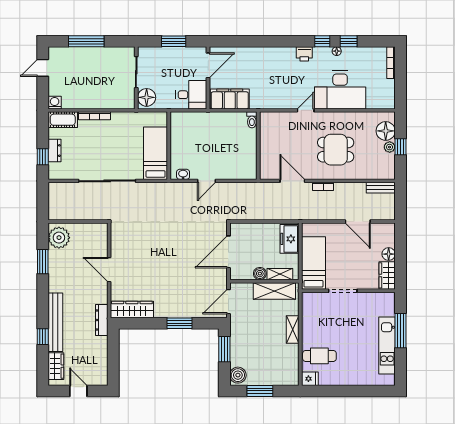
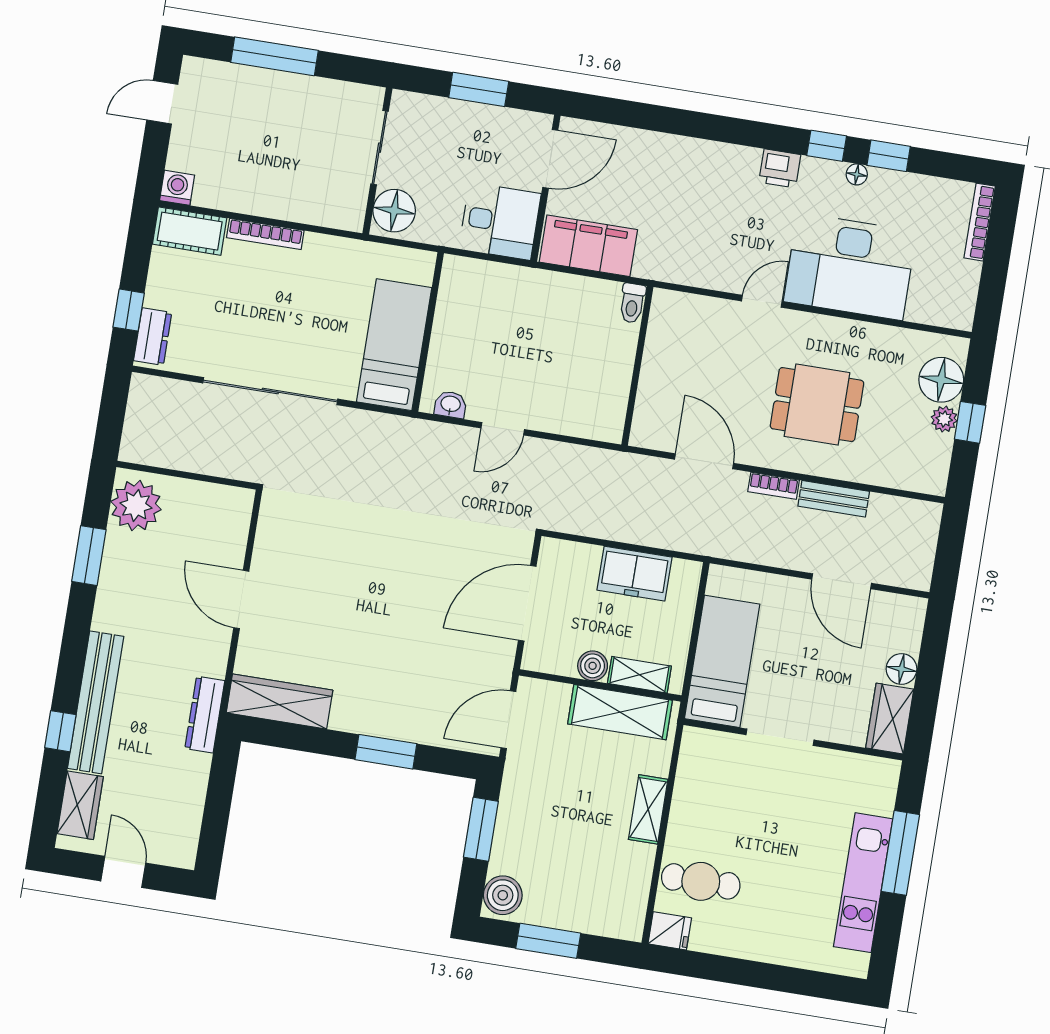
dresser: (54, 151) -> (153, 337), moved
bench: (381, 188) -> (834, 499), moved
freezer: (289, 239) -> (634, 574), moved, turned -90

